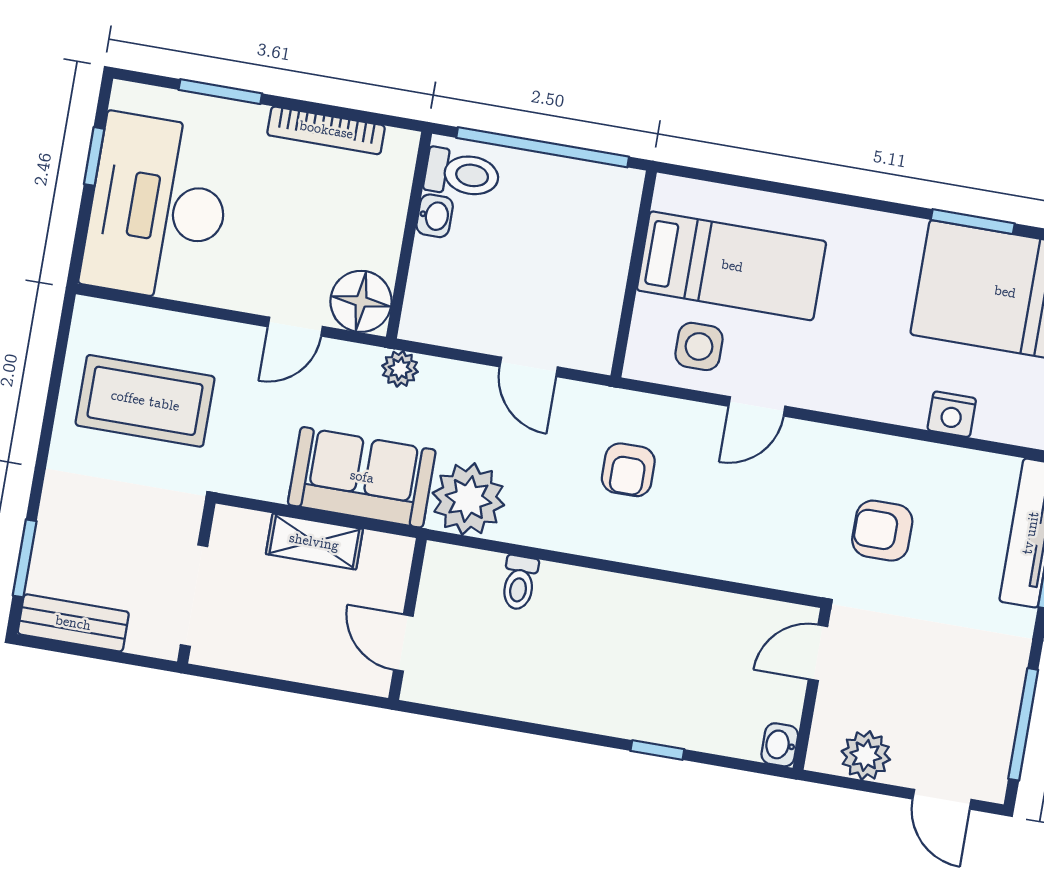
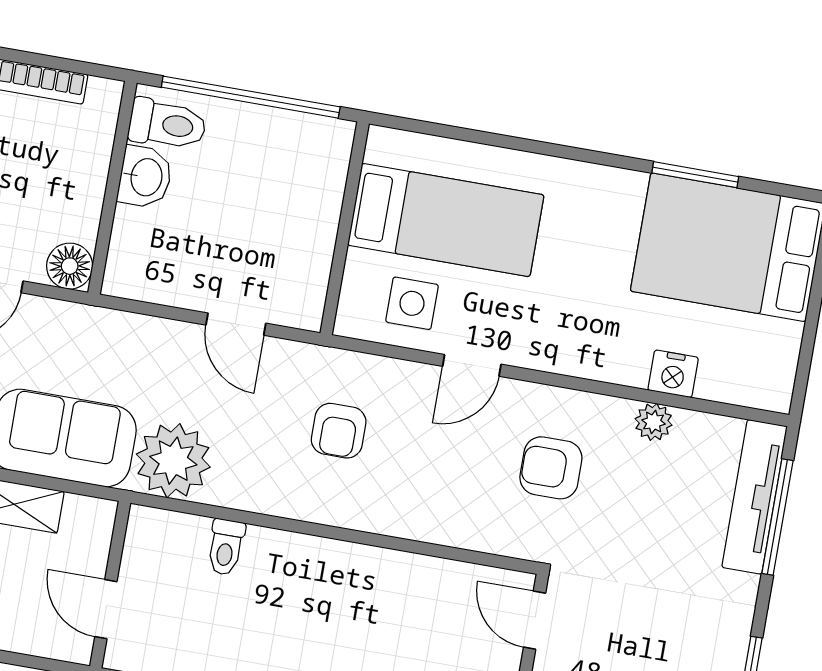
washbasin: (435, 216) -> (145, 177), width x1.38, depth x1.45
floor lamp: (361, 301) -> (70, 266), width x0.73, depth x0.73
plant: (400, 369) -> (654, 422), moved
armchair: (882, 531) -> (551, 468), moved
door: (818, 653) -> (535, 620), hinge flipped

